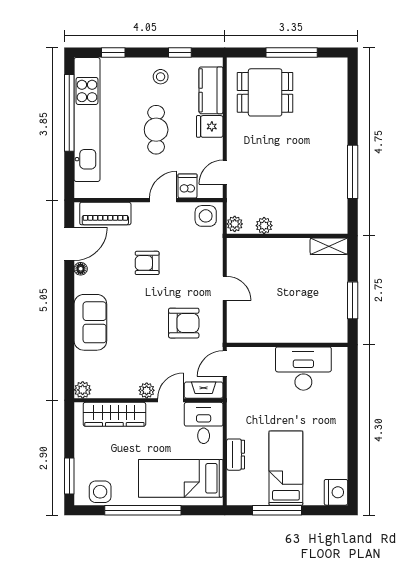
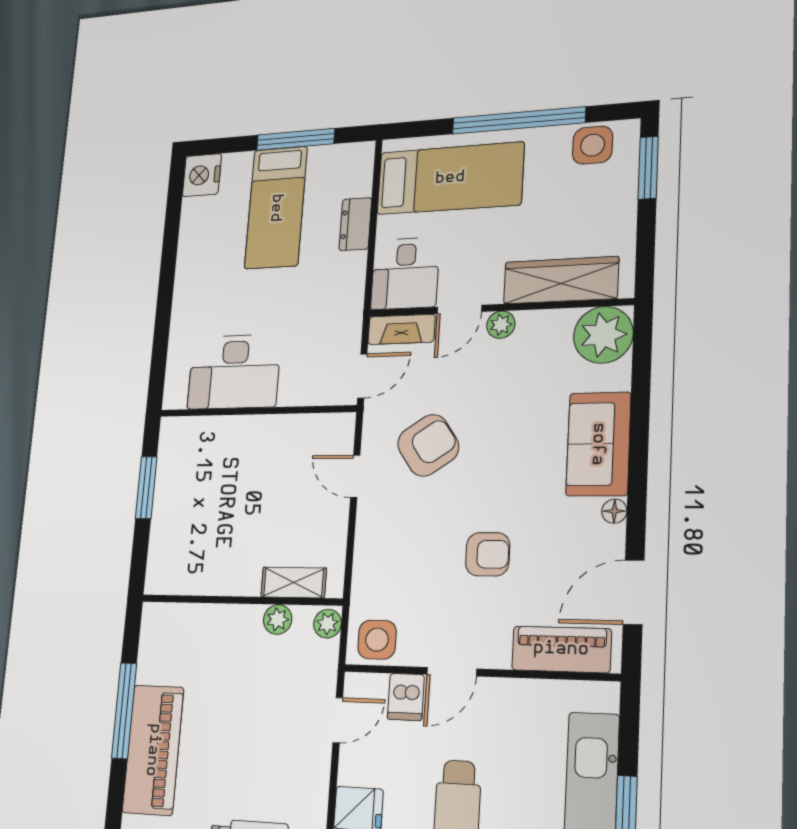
piano: (332, 151) -> (153, 750), added
shelving: (329, 246) -> (294, 583), moved
floor lamp: (81, 269) -> (614, 511), moved
door: (225, 288) -> (355, 476), moved
armchair: (184, 323) -> (428, 445), turned 146
plant: (83, 390) -> (603, 335), width x1.88, depth x1.88

